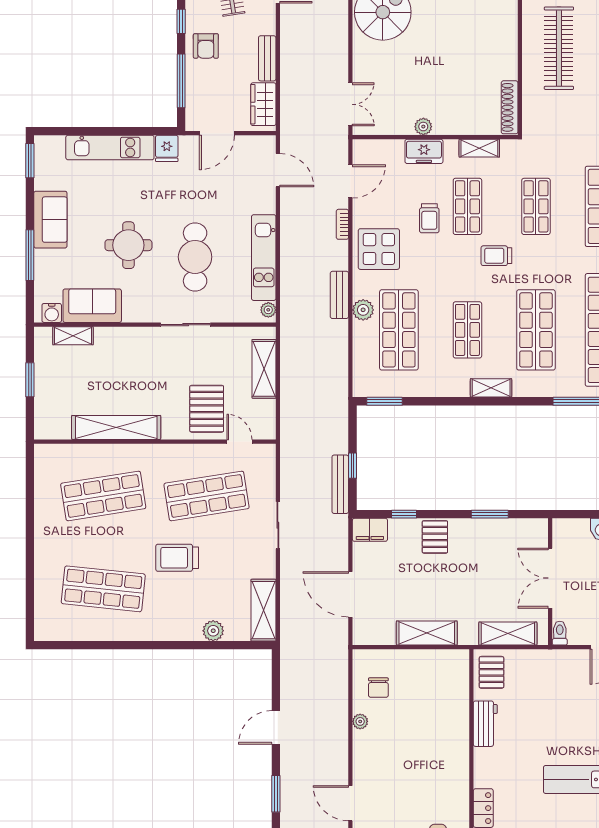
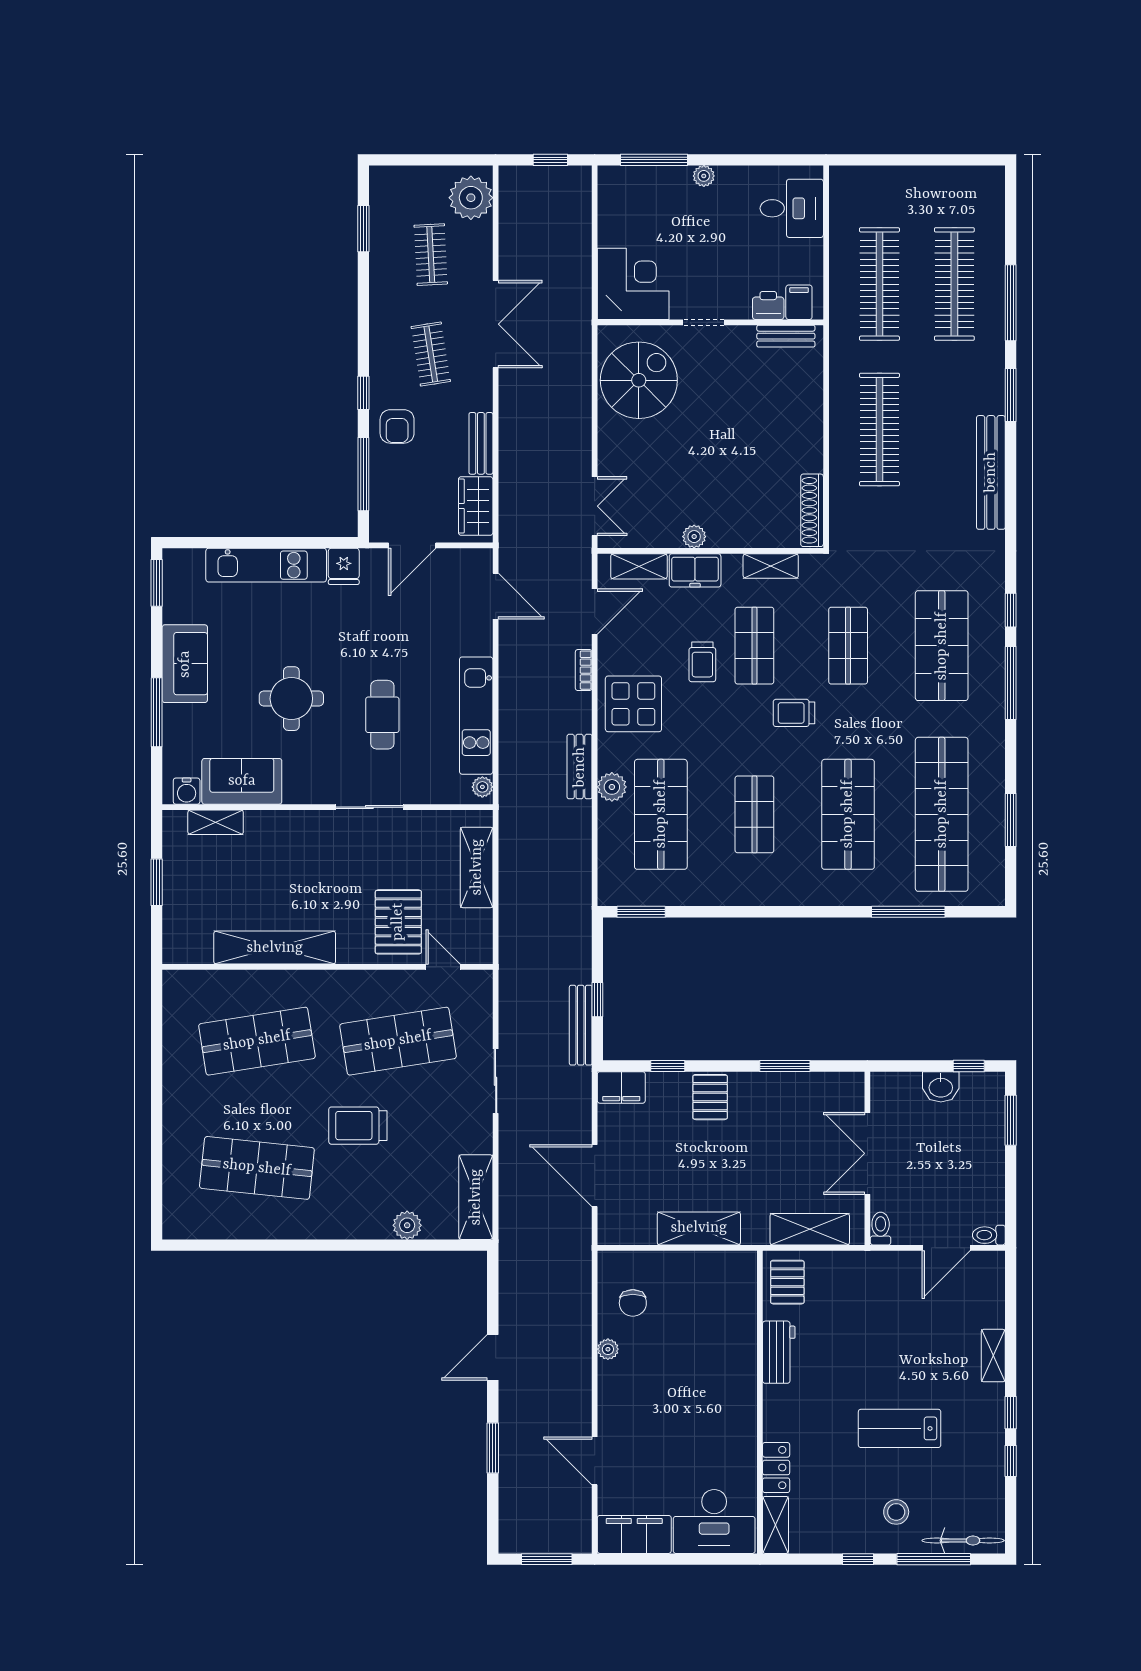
cafe table: (195, 257) -> (382, 715), width x0.73, depth x0.74
shelving: (491, 388) -> (639, 566), moved

